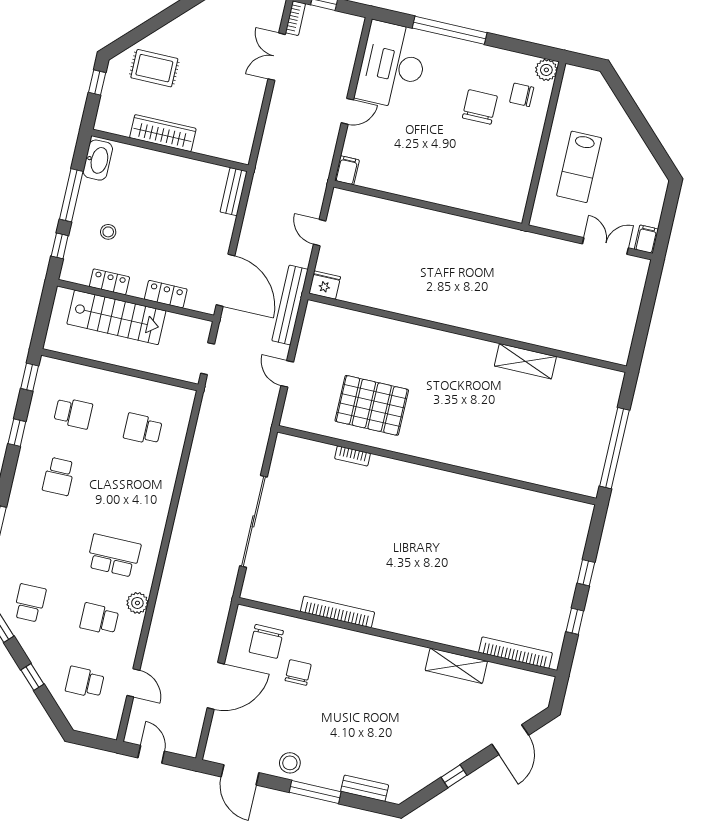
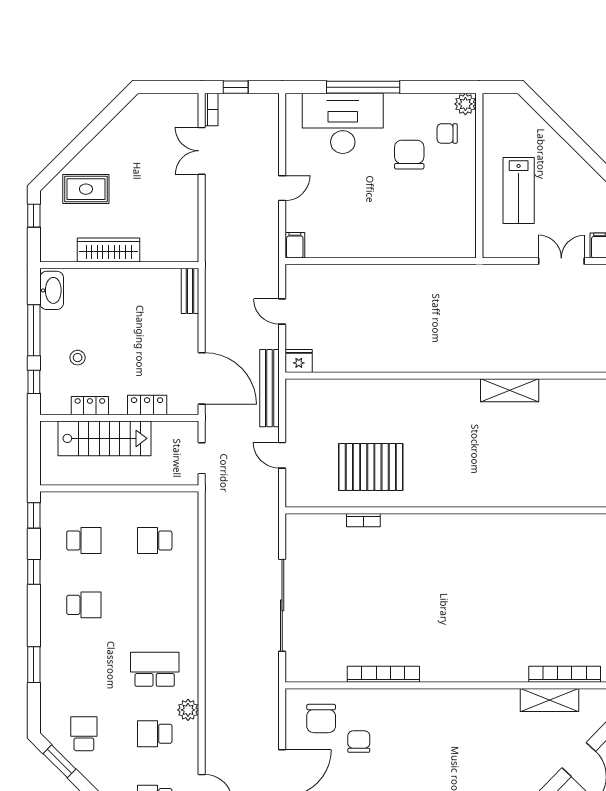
desk: (392, 65) -> (343, 123), moved, turned 90
school desk: (59, 476) -> (84, 605), turned -90
shelving: (456, 666) -> (549, 700), moved

